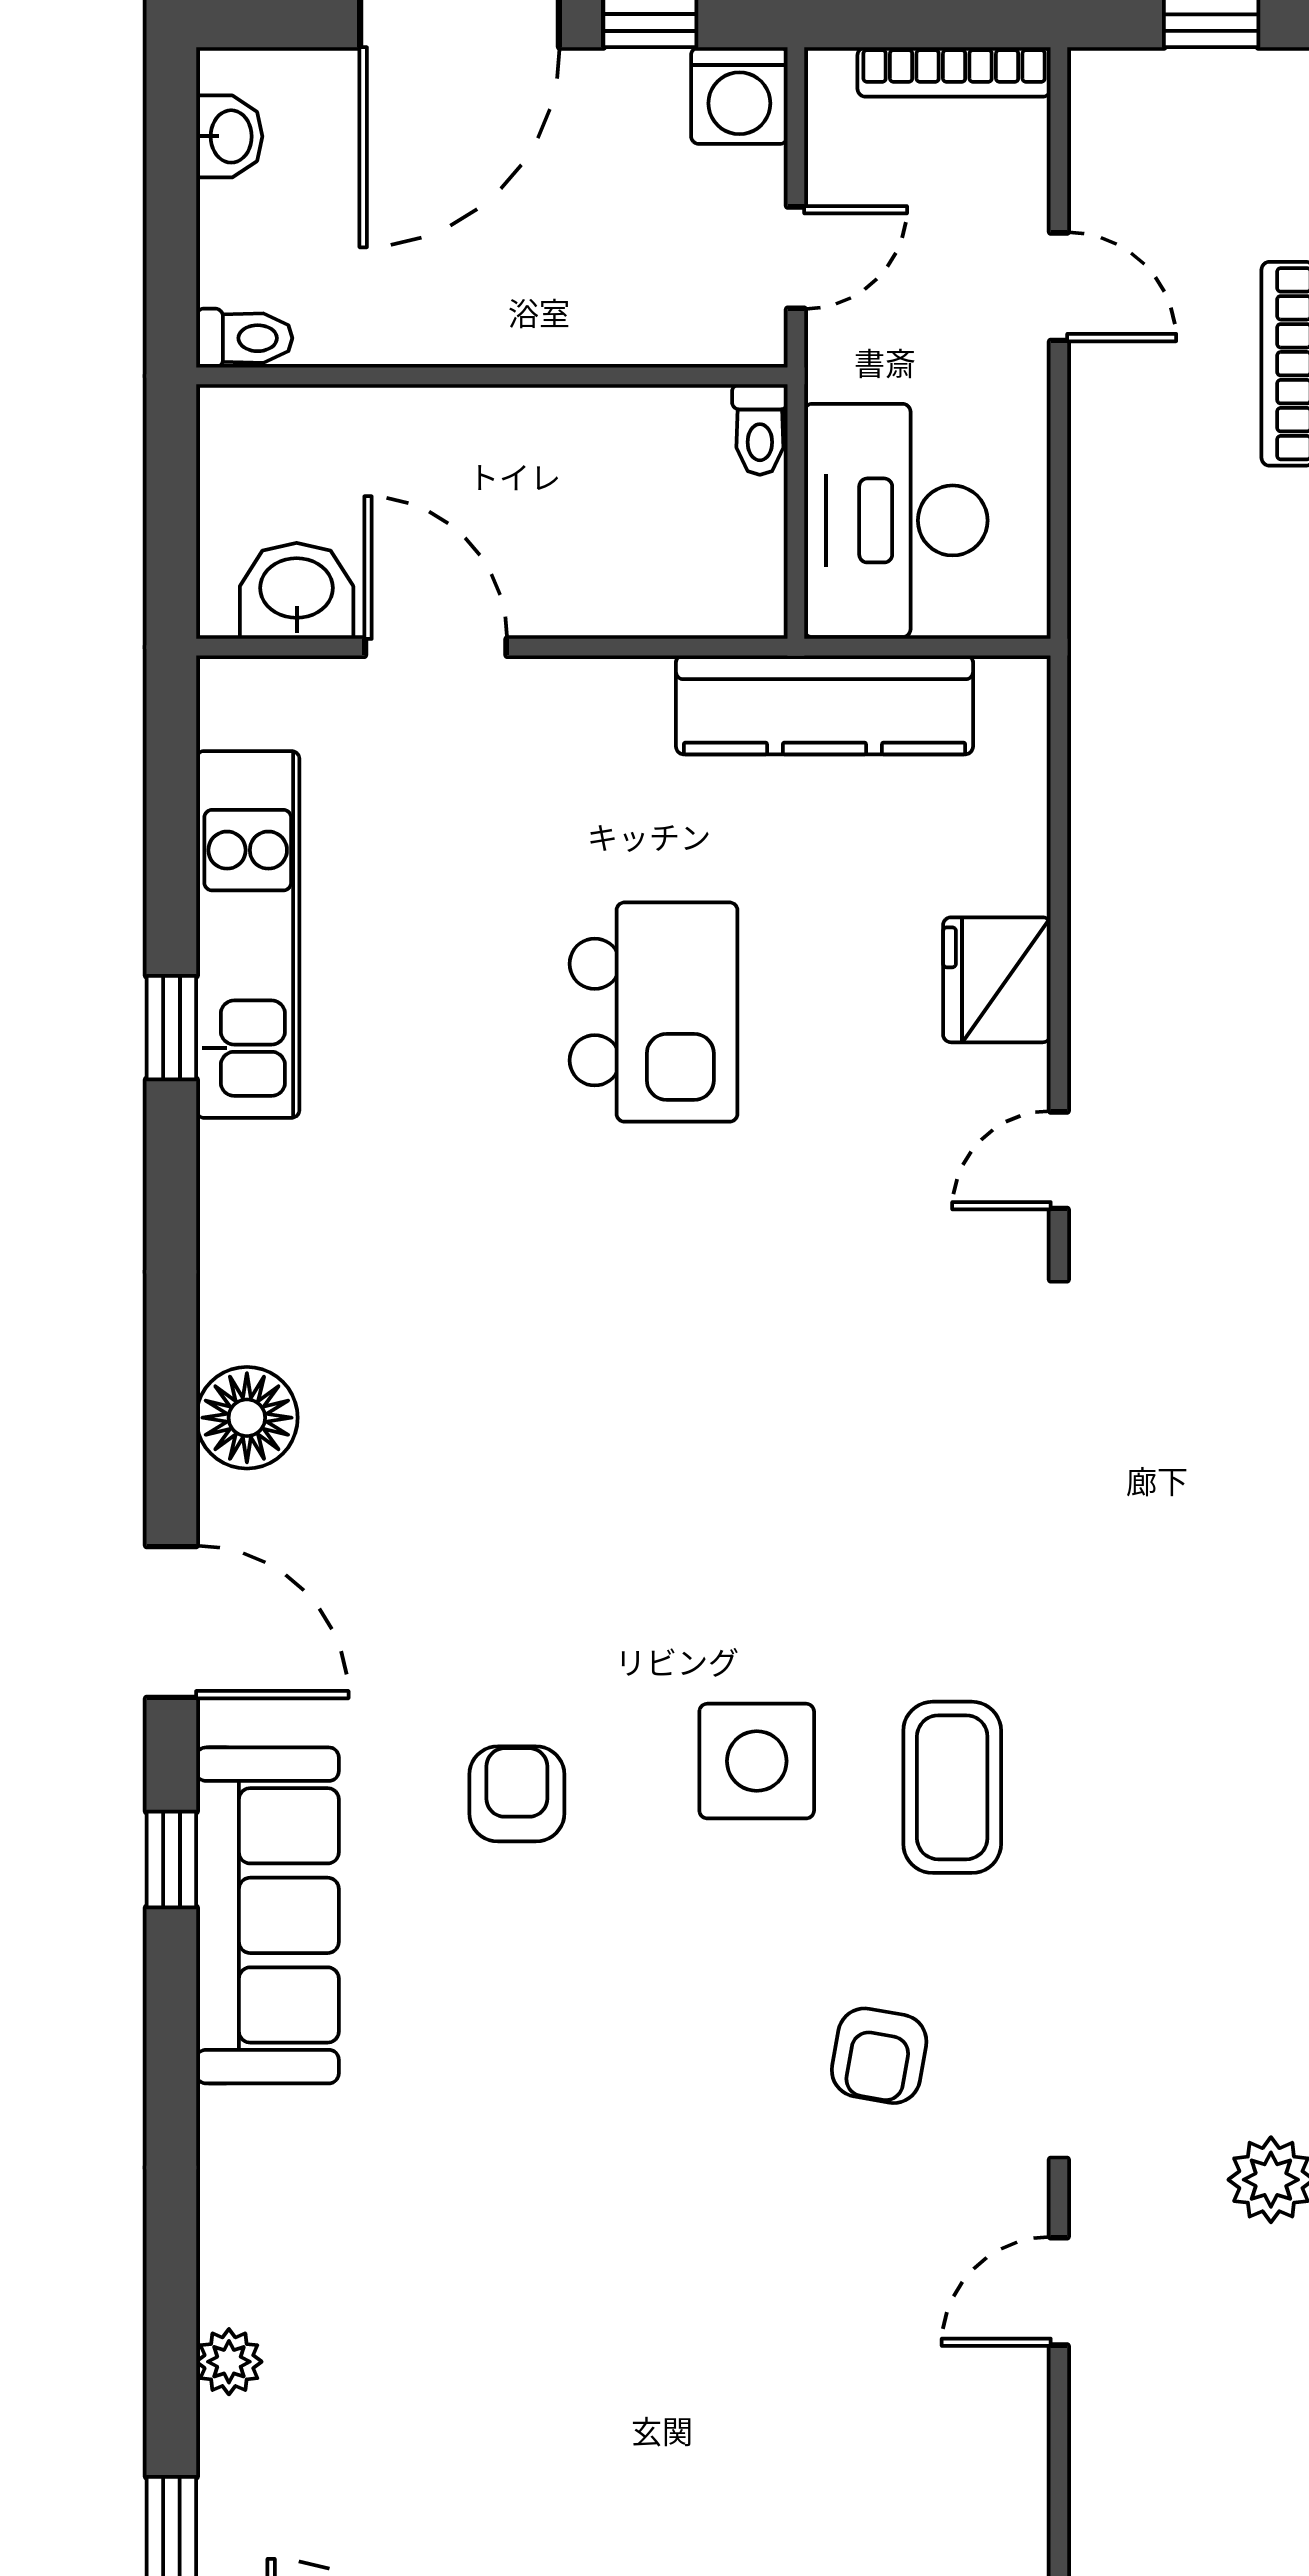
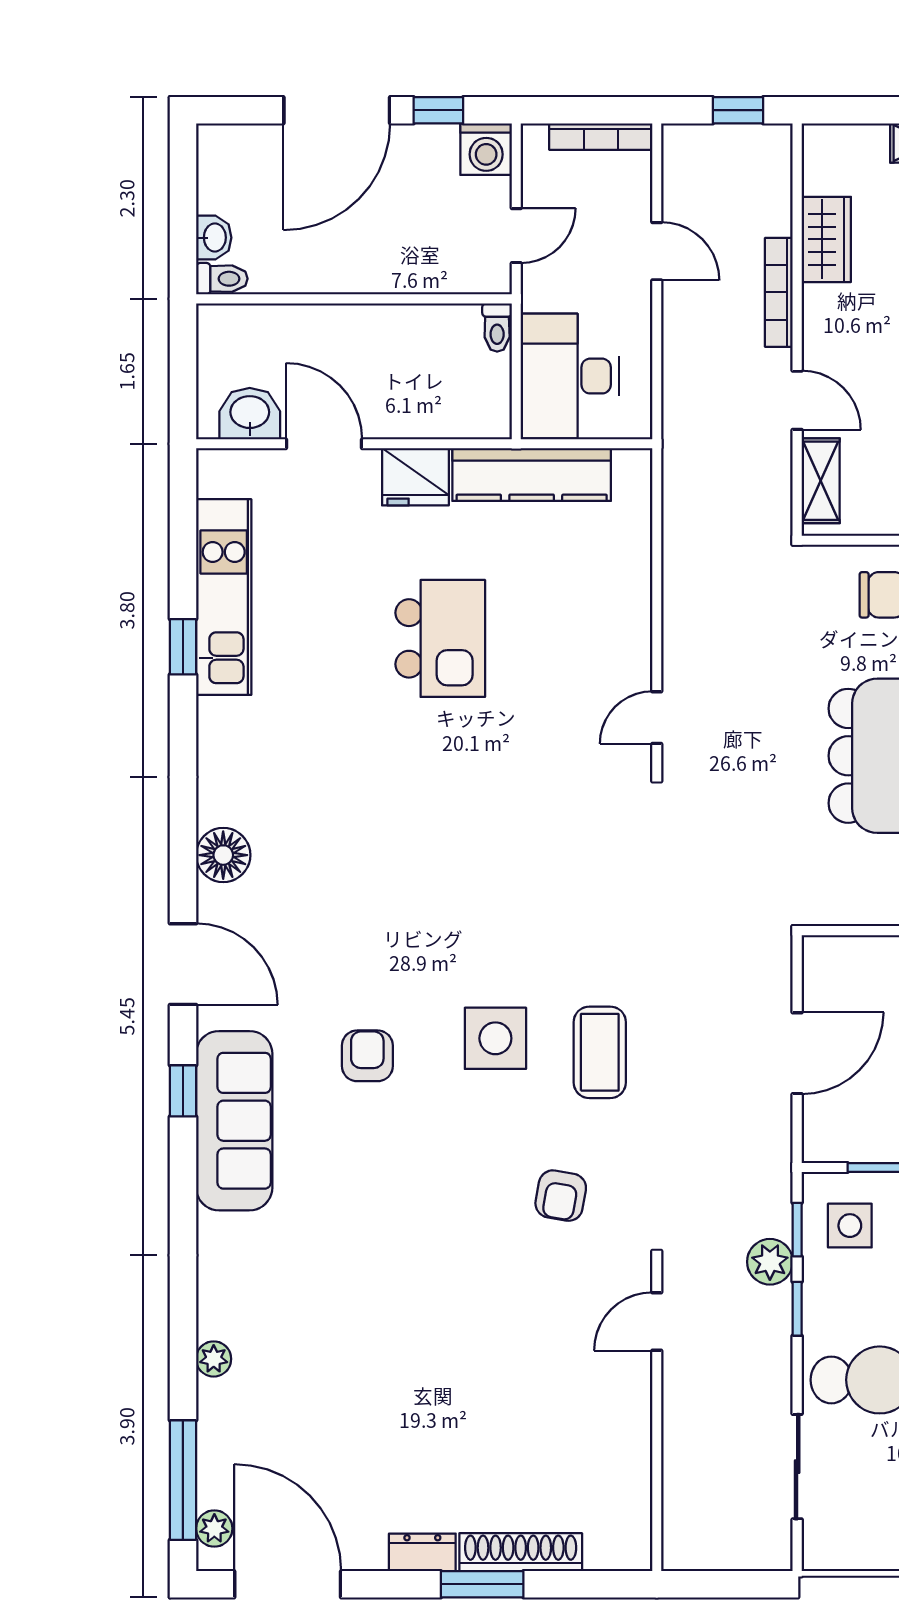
washbasin: (229, 136) -> (214, 238), moved
fridge: (997, 980) -> (415, 477), moved, turned -90

